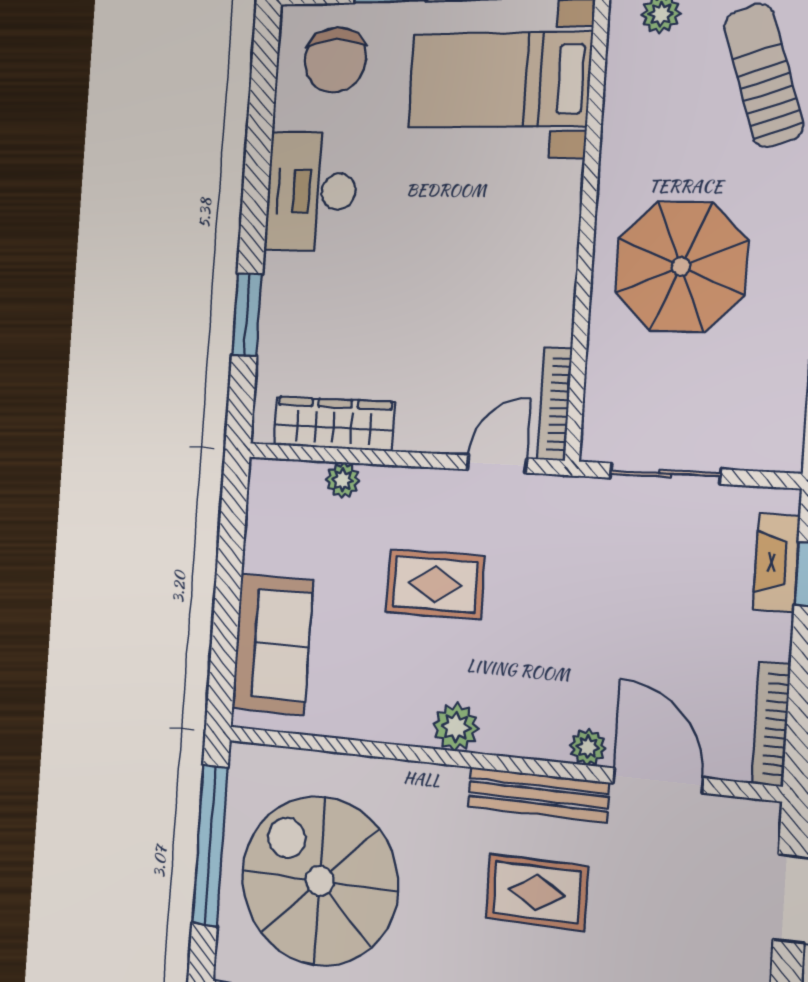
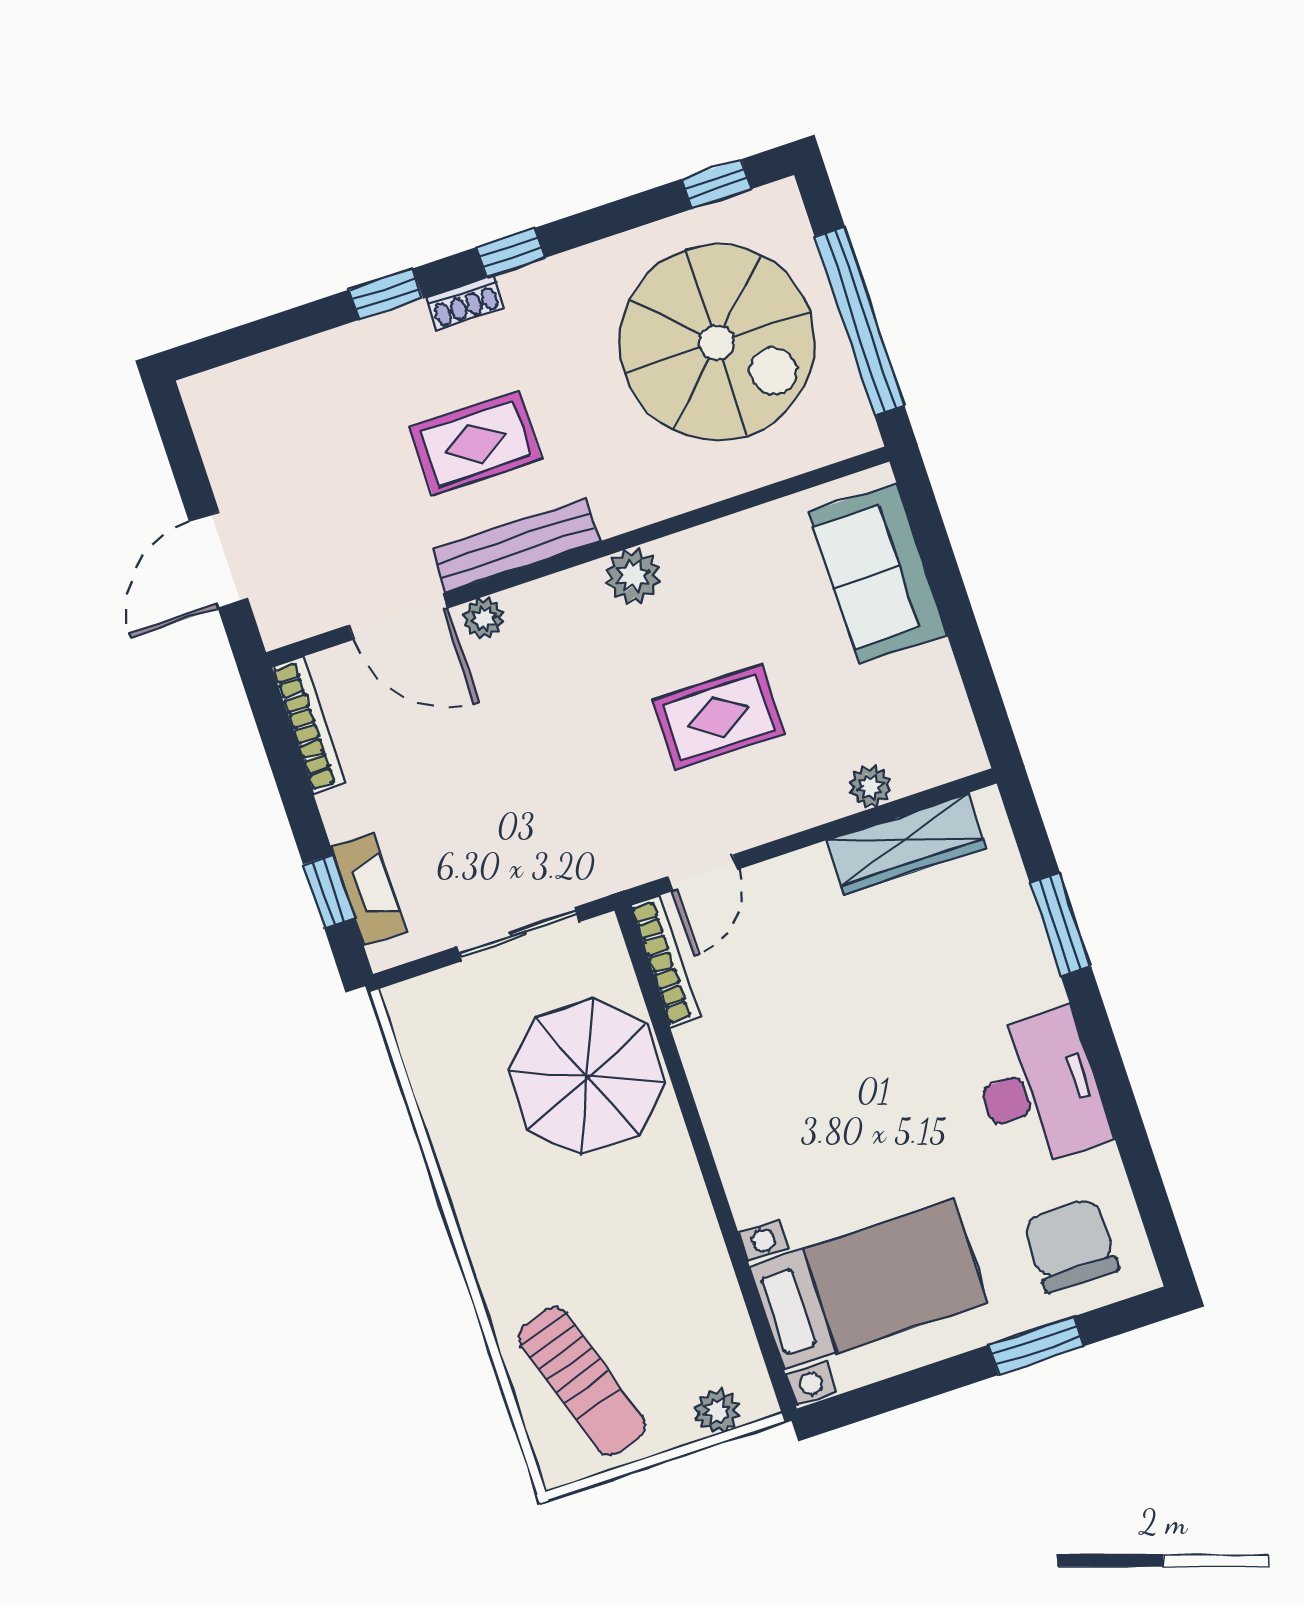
parasol: (681, 266) -> (587, 1077), moved

